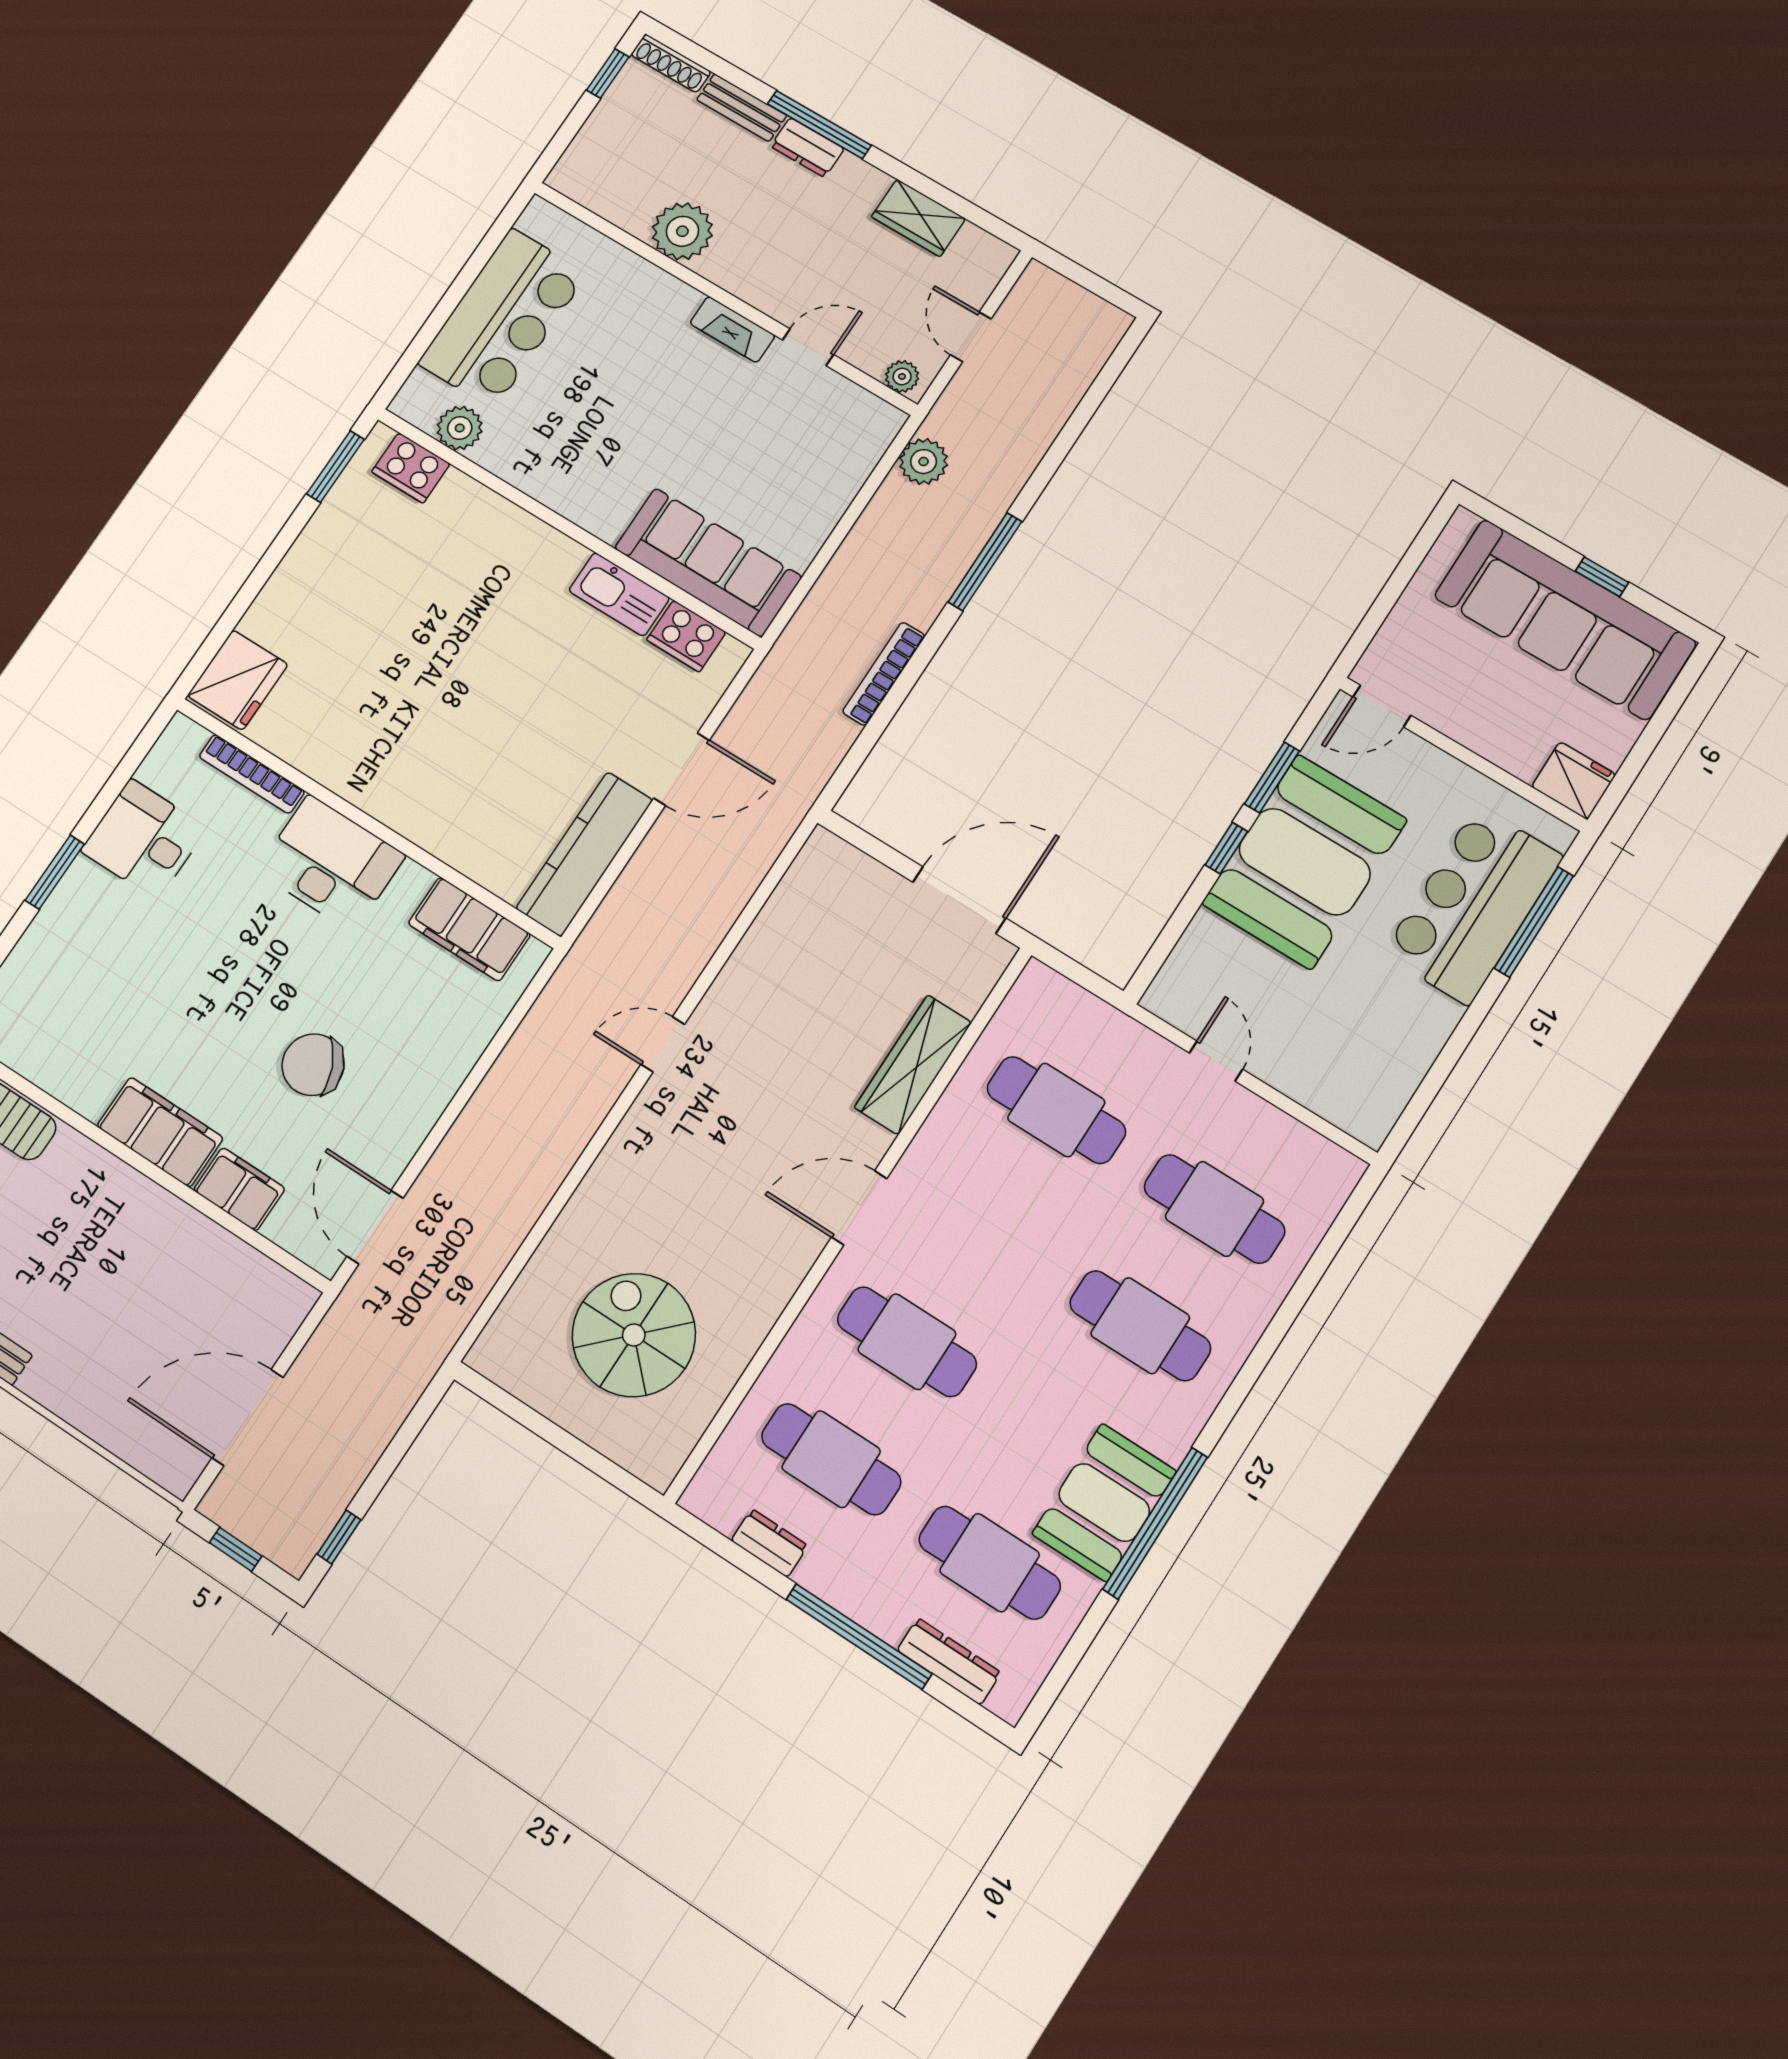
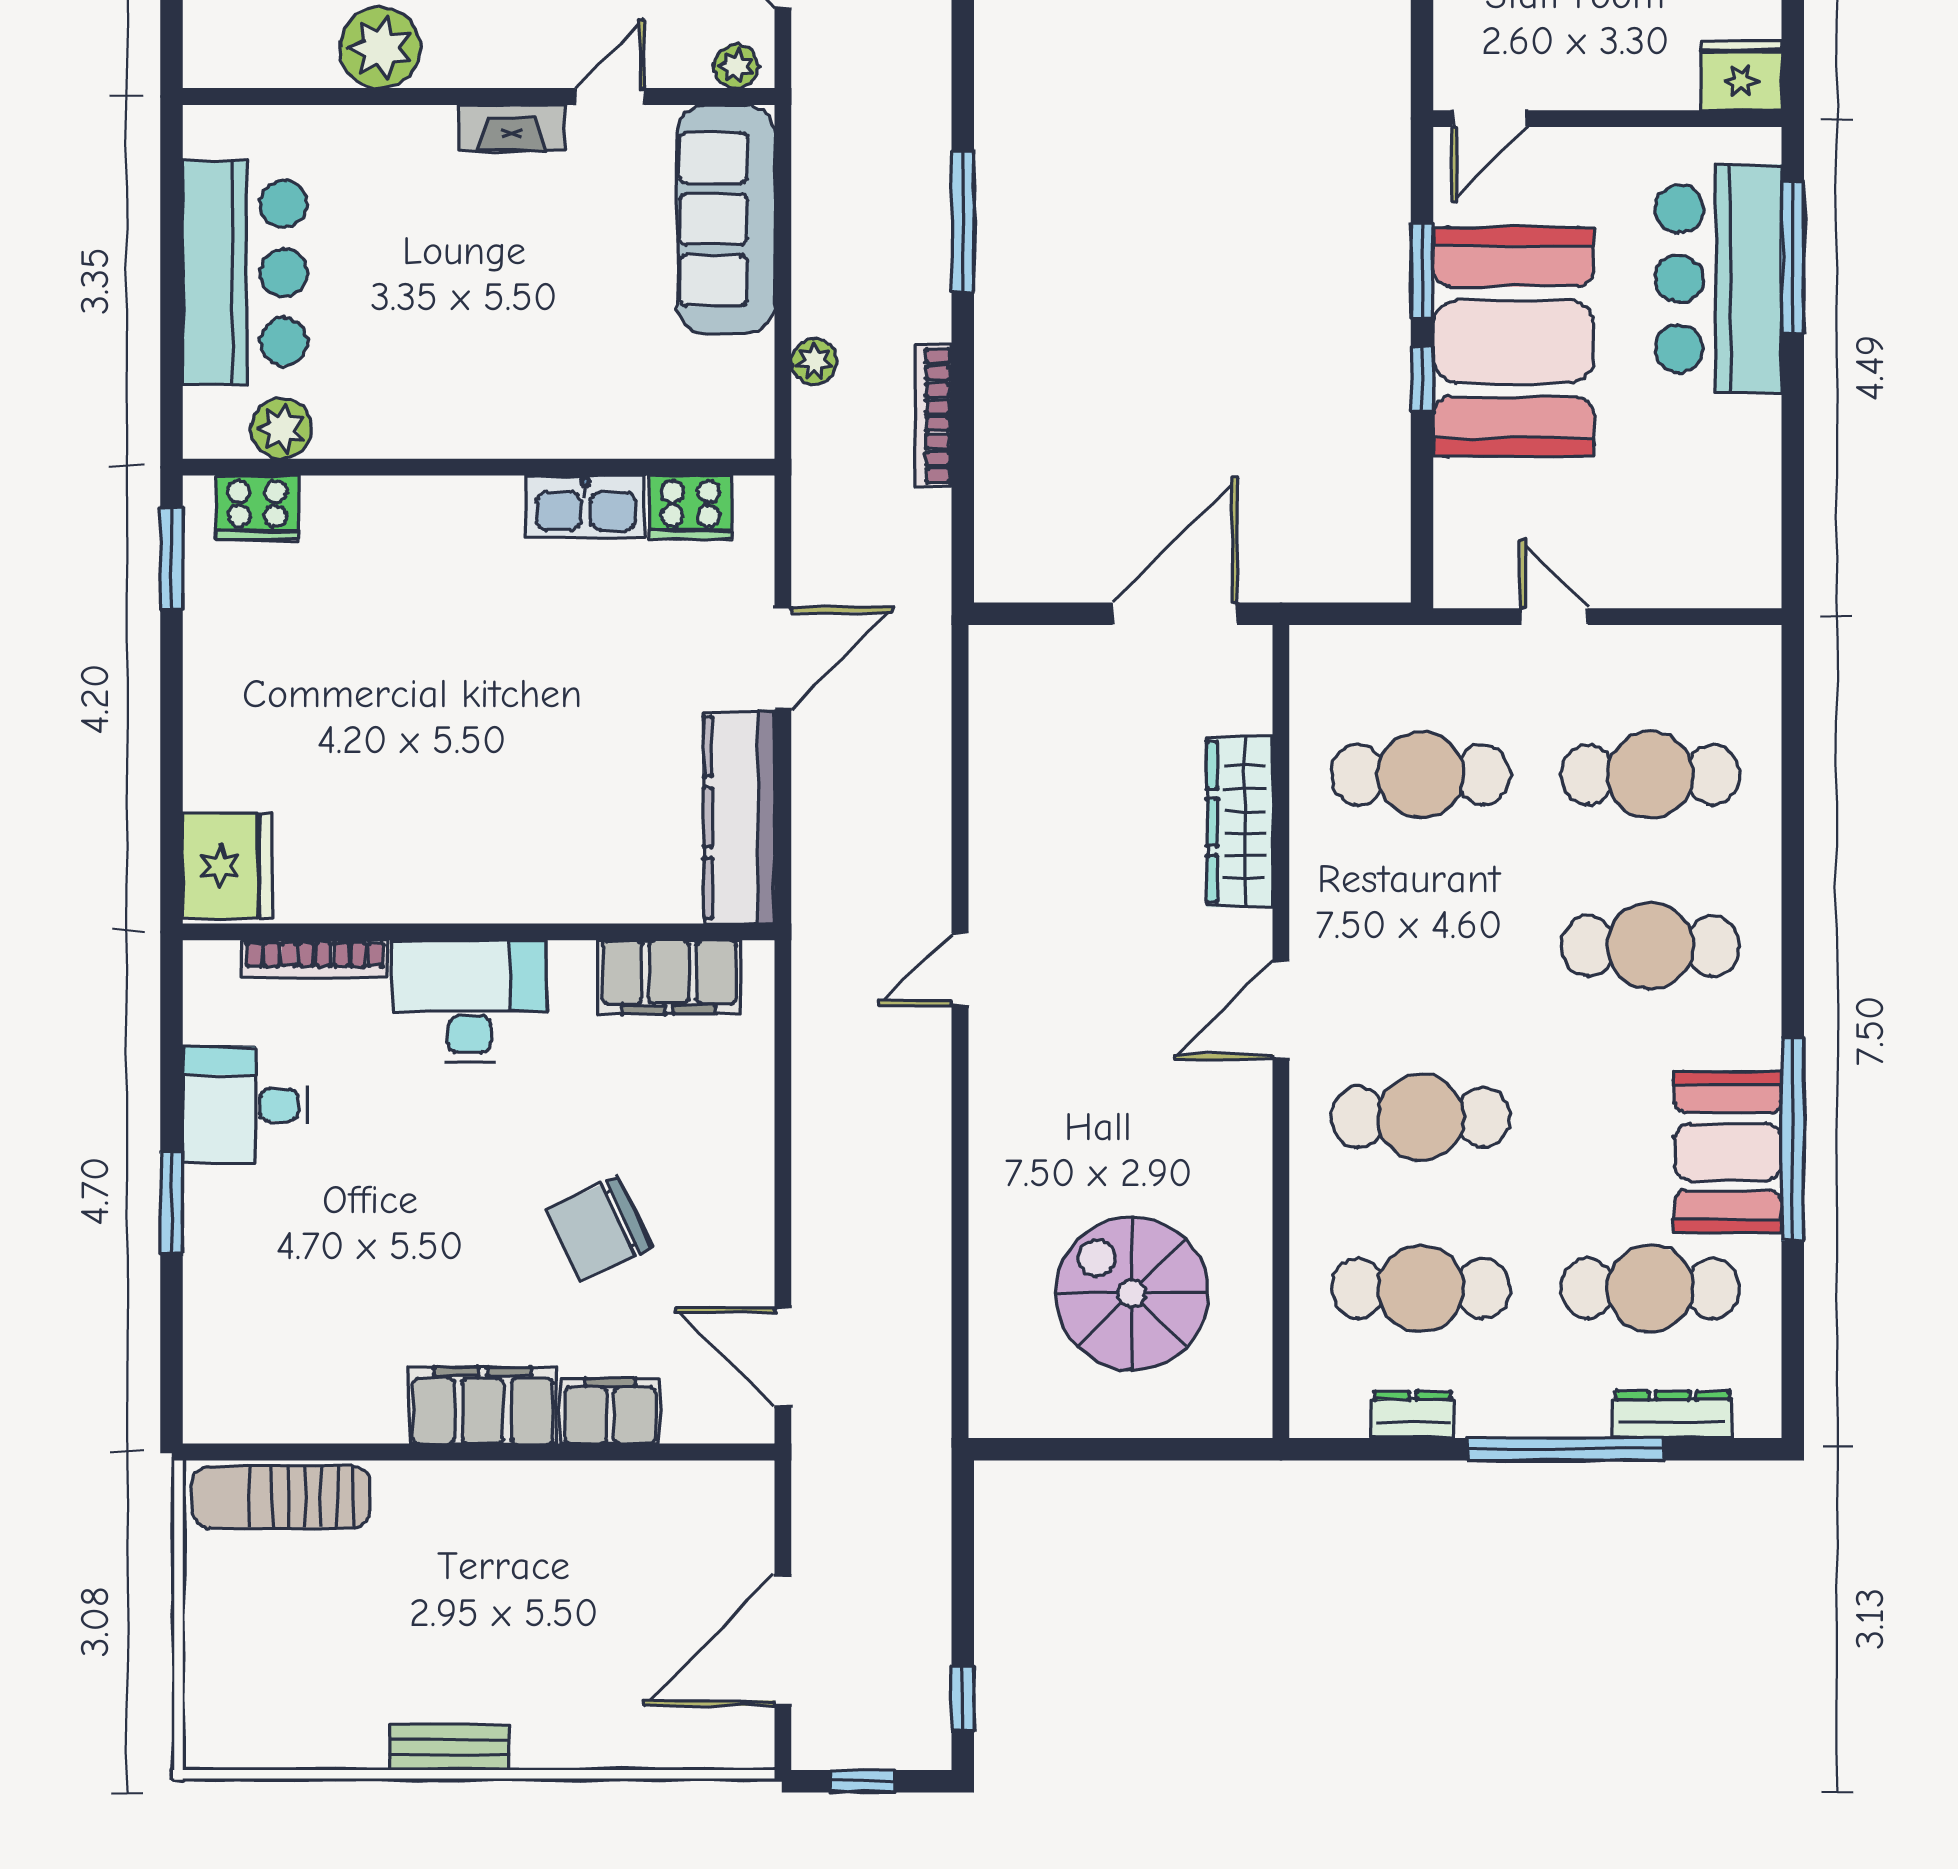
plant: (924, 462) -> (814, 361), moved, width x0.73, depth x0.73
sofa: (708, 562) -> (726, 219), moved, turned -90

